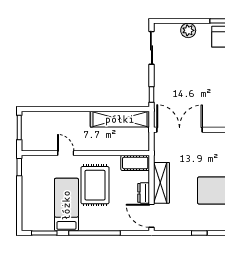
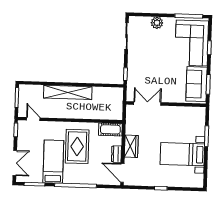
shelving: (120, 119) -> (68, 92), moved
double door: (180, 130) -> (147, 103), width x0.73
door: (66, 153) -> (33, 119), moved
wardrobe: (161, 183) -> (131, 146), width x0.67
double door: (19, 208) -> (15, 163), added

